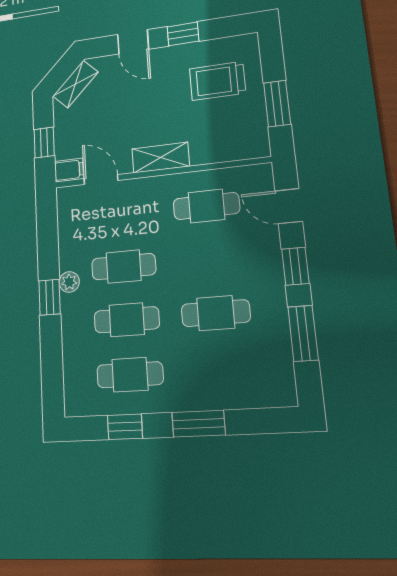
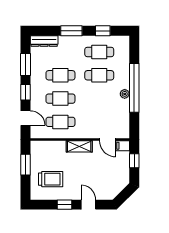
shelving: (75, 84) -> (118, 188), removed
cafe table: (124, 267) -> (60, 99), moved
window: (50, 297) -> (134, 88), width x3.17
dresser: (263, 395) -> (44, 41), added

